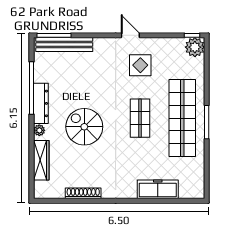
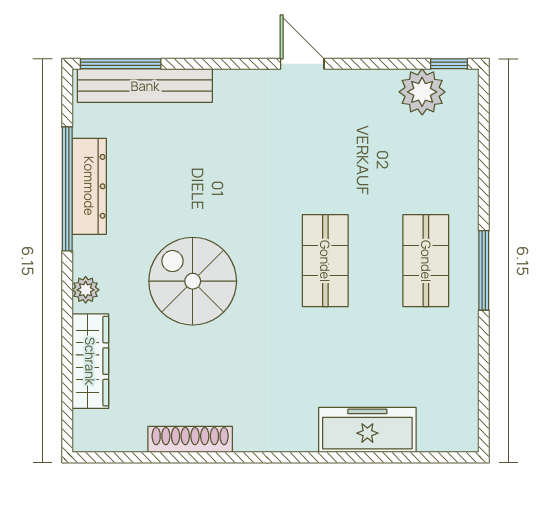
plant: (195, 47) -> (422, 92), moved
display table: (140, 65) -> (326, 135), removed
dresser: (41, 103) -> (89, 186), moved
shop shelf: (182, 118) -> (426, 261), width x0.50, depth x0.74

